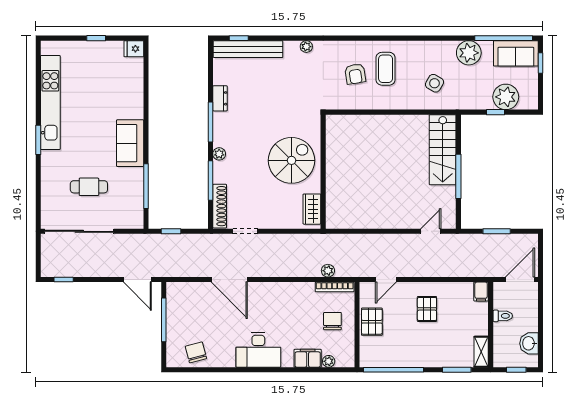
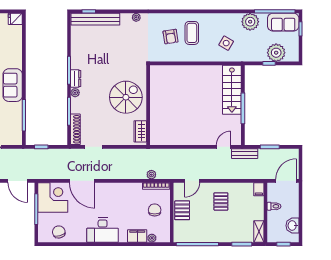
dresser: (220, 98) -> (76, 78), moved
bench: (461, 241) -> (245, 154), added
corner desk: (187, 303) -> (53, 197), added

